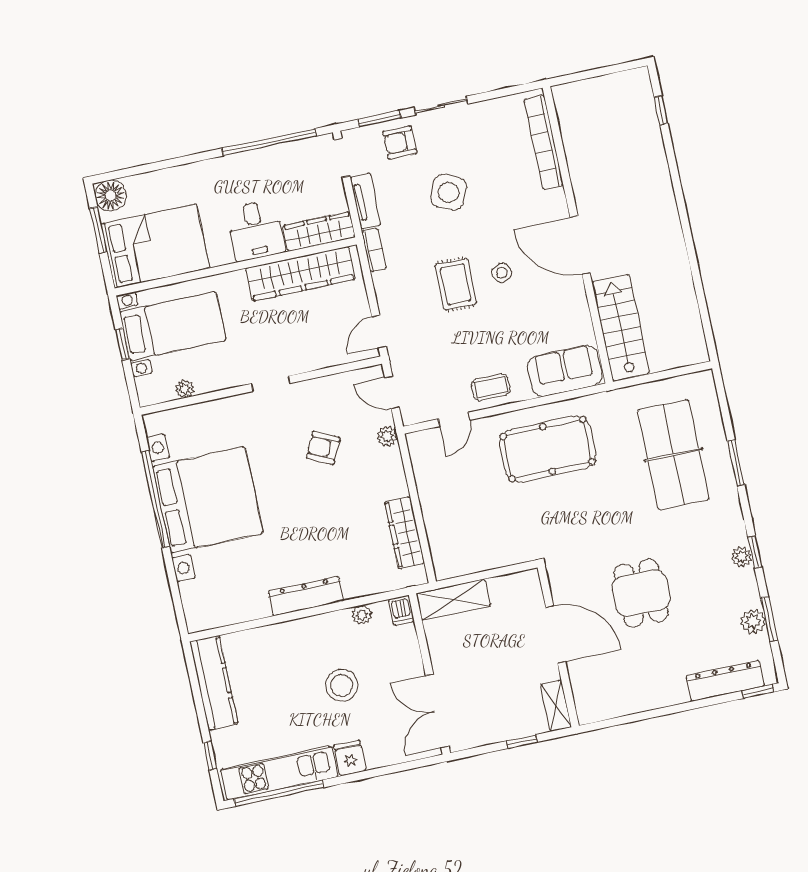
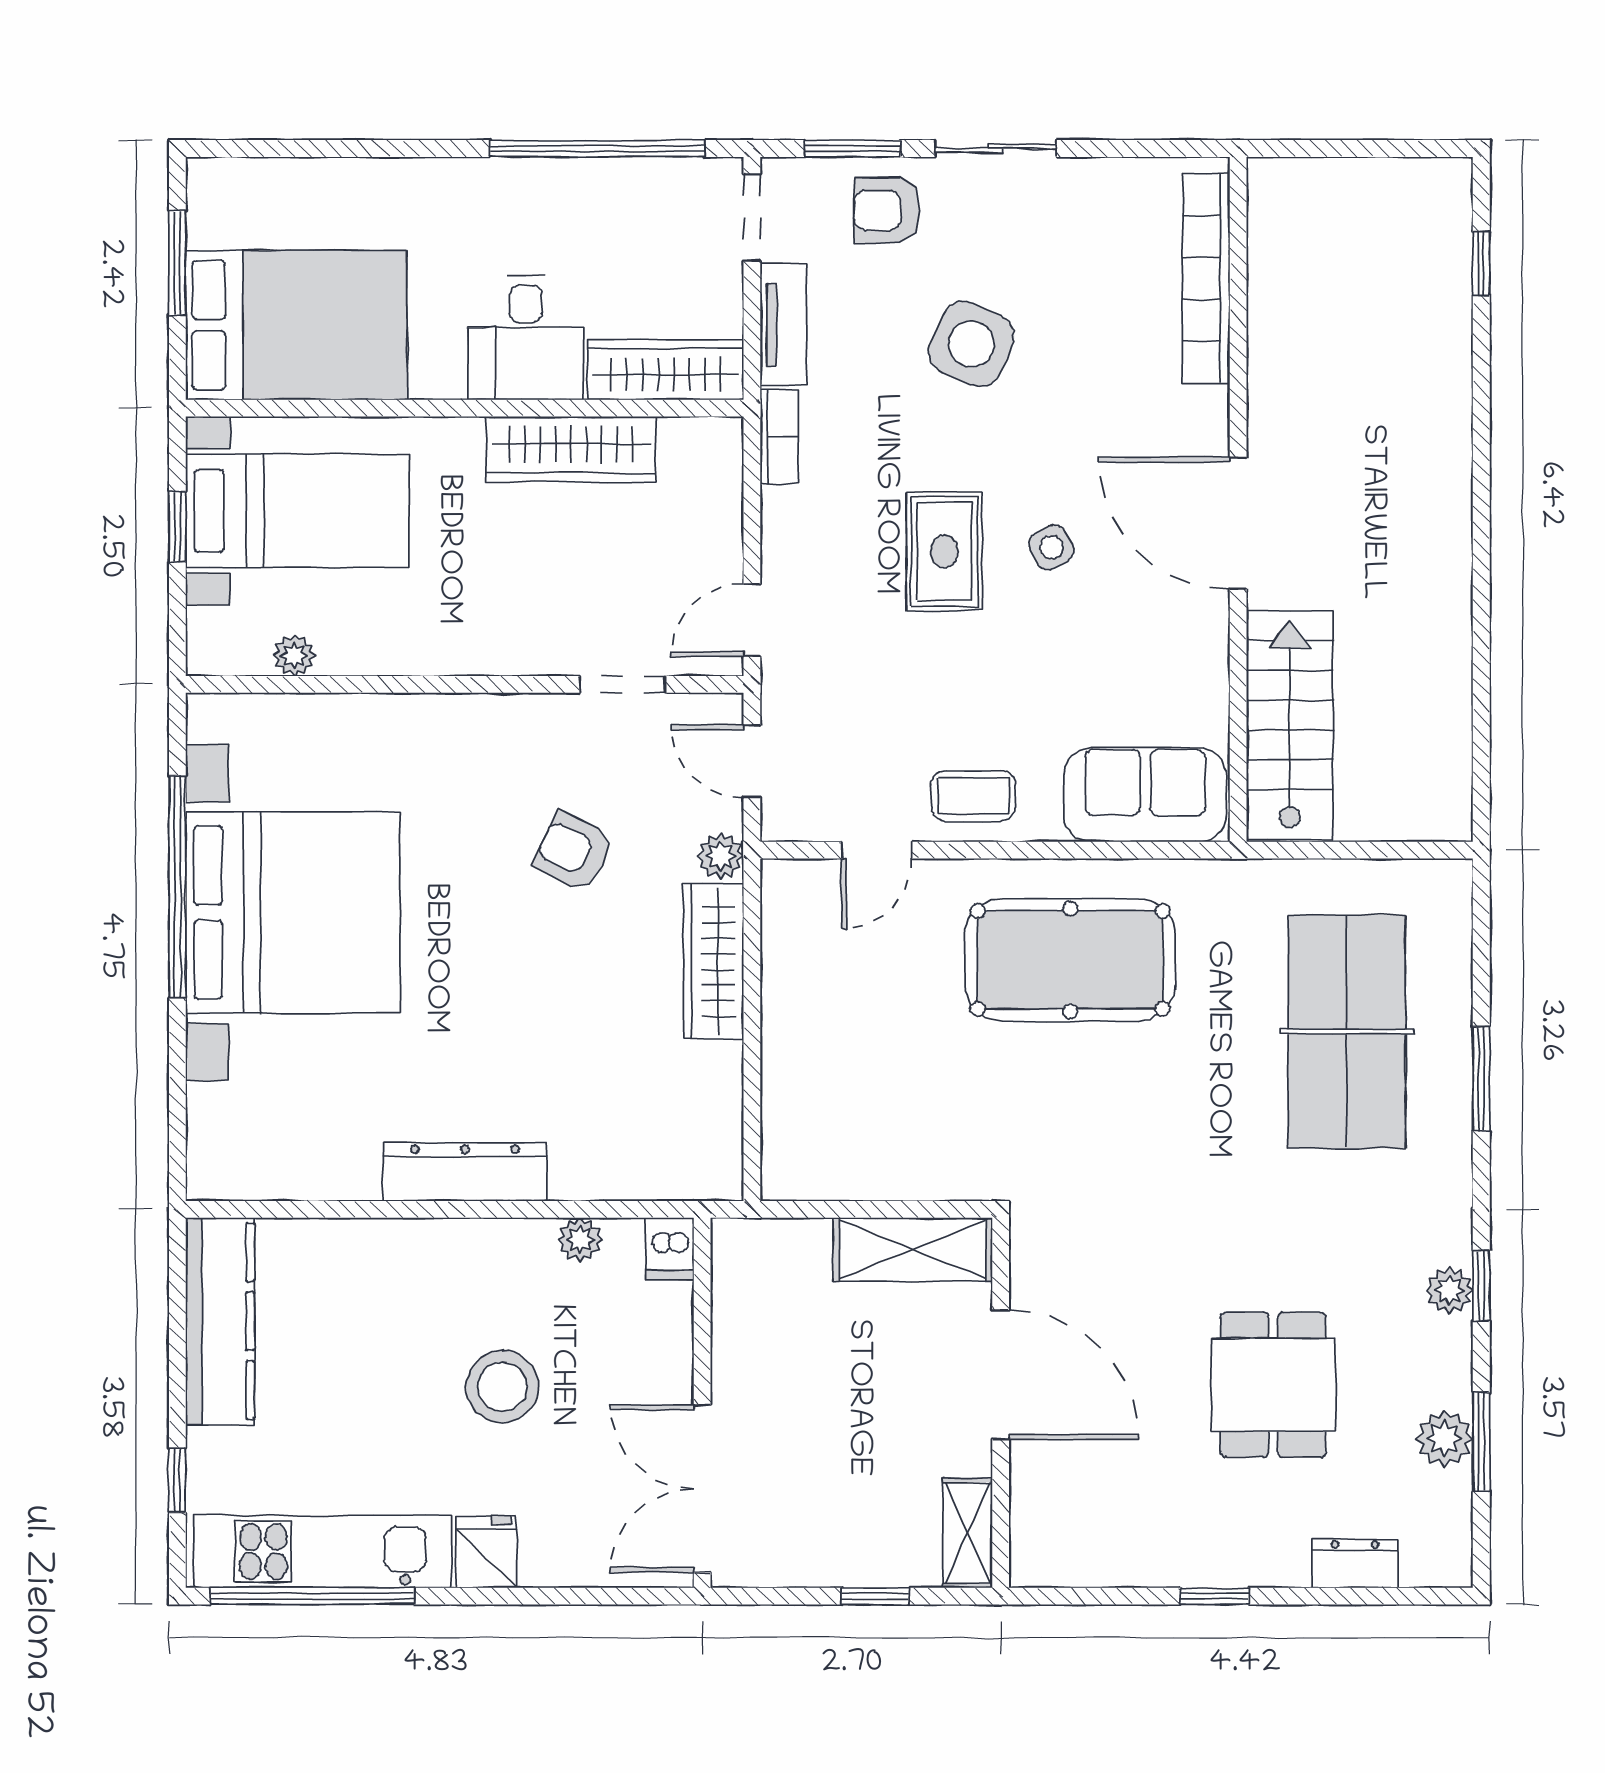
floor lamp: (111, 196) -> (221, 192), removed
wardrobe: (300, 274) -> (571, 449), width x0.71, depth x0.85
doorway: (271, 384) -> (622, 684), moved
wardrobe: (404, 533) -> (713, 962), moved
dining table: (641, 593) -> (1273, 1385), moved
shelving: (453, 600) -> (913, 1249), moved
dresser: (725, 681) -> (1355, 1563), width x0.51, depth x0.80
window: (758, 691) -> (1215, 1596), moved

